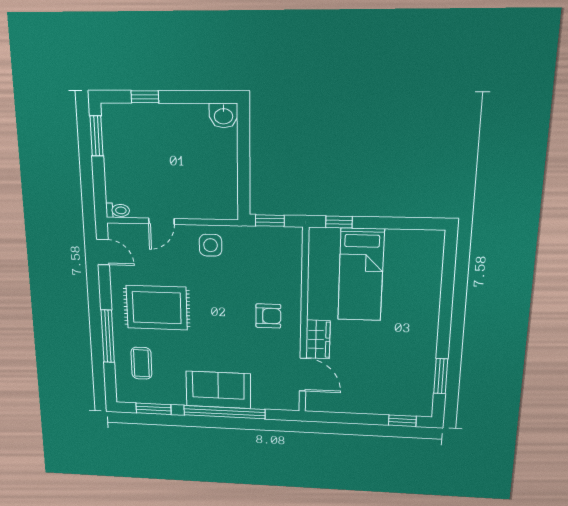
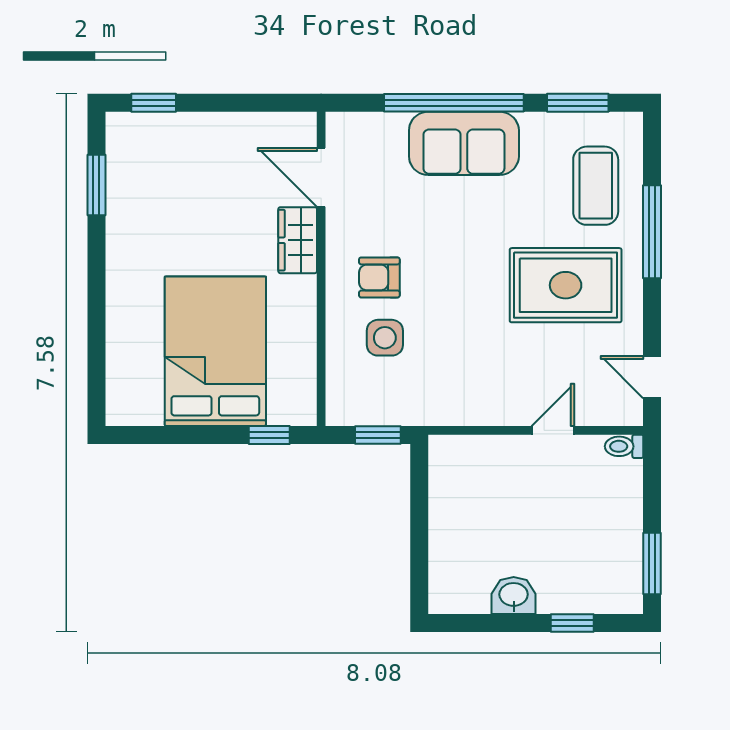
washbasin: (223, 116) -> (514, 596), moved
side table: (211, 245) -> (385, 338), moved
bed: (361, 275) -> (215, 351), width x1.50
coffee table: (141, 363) -> (596, 186), width x1.36, depth x1.30

